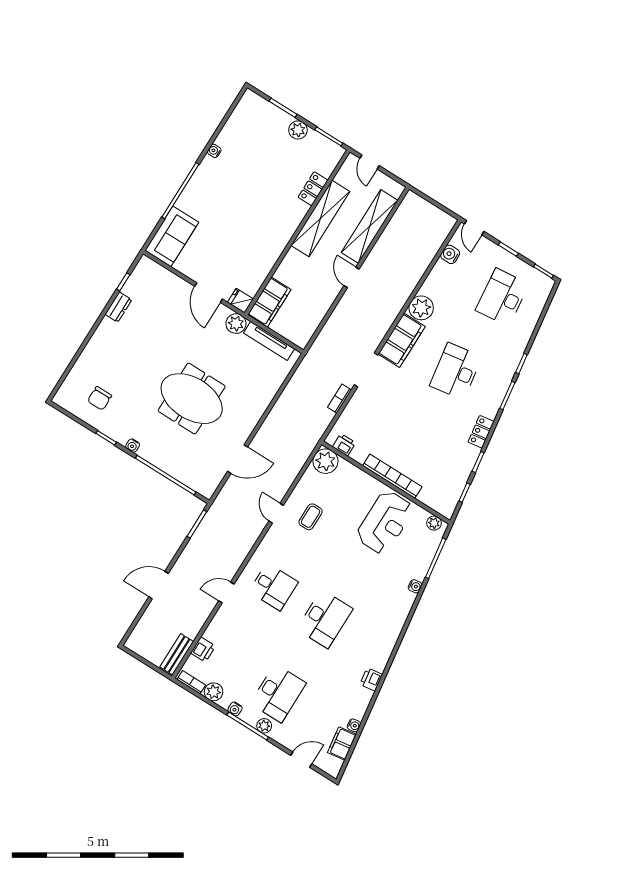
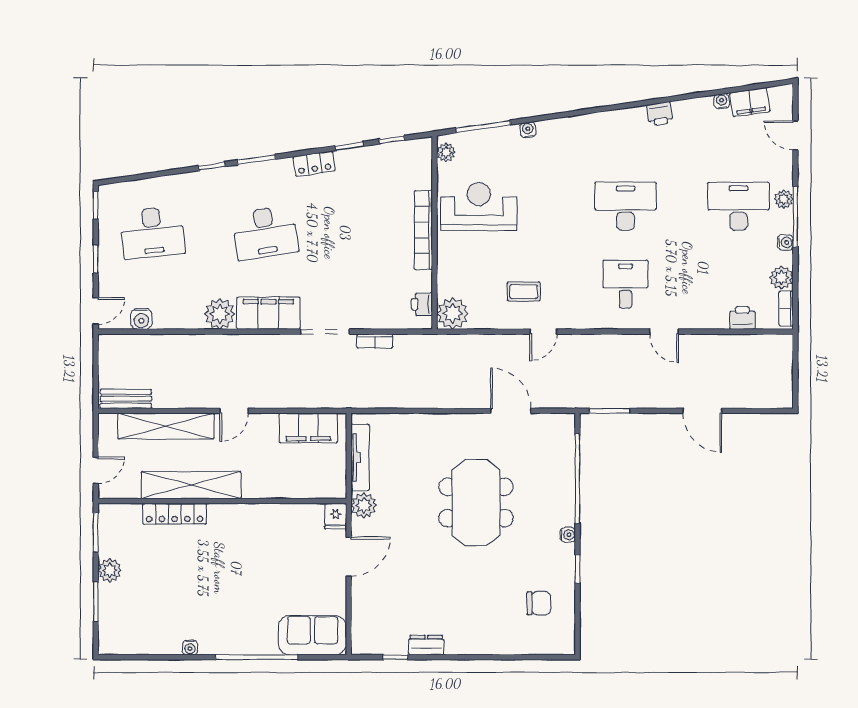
locker: (313, 189) -> (175, 514), width x1.53
filing cabinet: (269, 302) -> (308, 428), moved, turned 180
bench: (177, 654) -> (126, 399), moved

